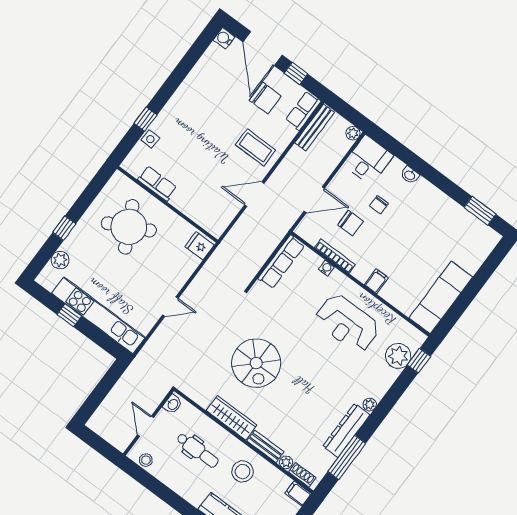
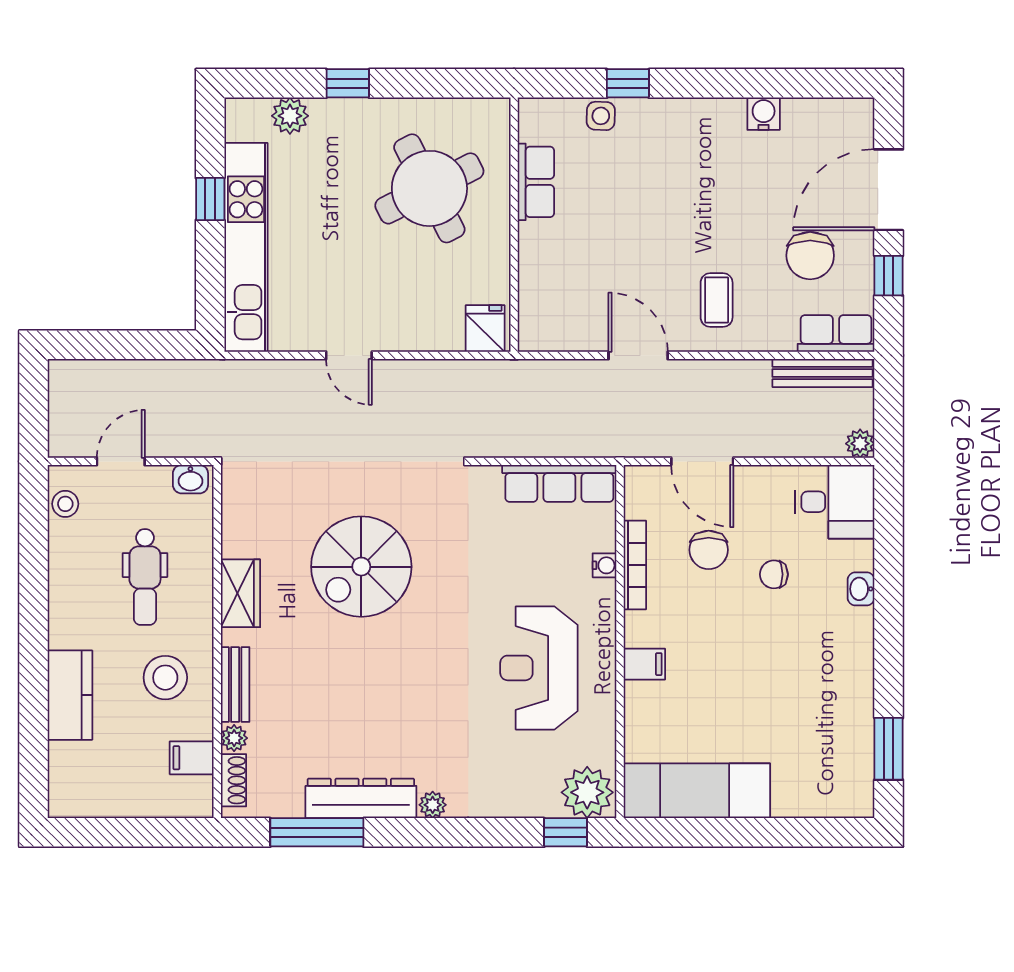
water cooler: (224, 38) -> (764, 114), moved
coffee table: (256, 147) -> (717, 300), width x0.73, depth x0.77
plant: (398, 356) -> (587, 792), moved
wardrobe: (232, 418) -> (240, 593), width x0.67
filing cabinet: (298, 494) -> (192, 758), moved, turned -90

